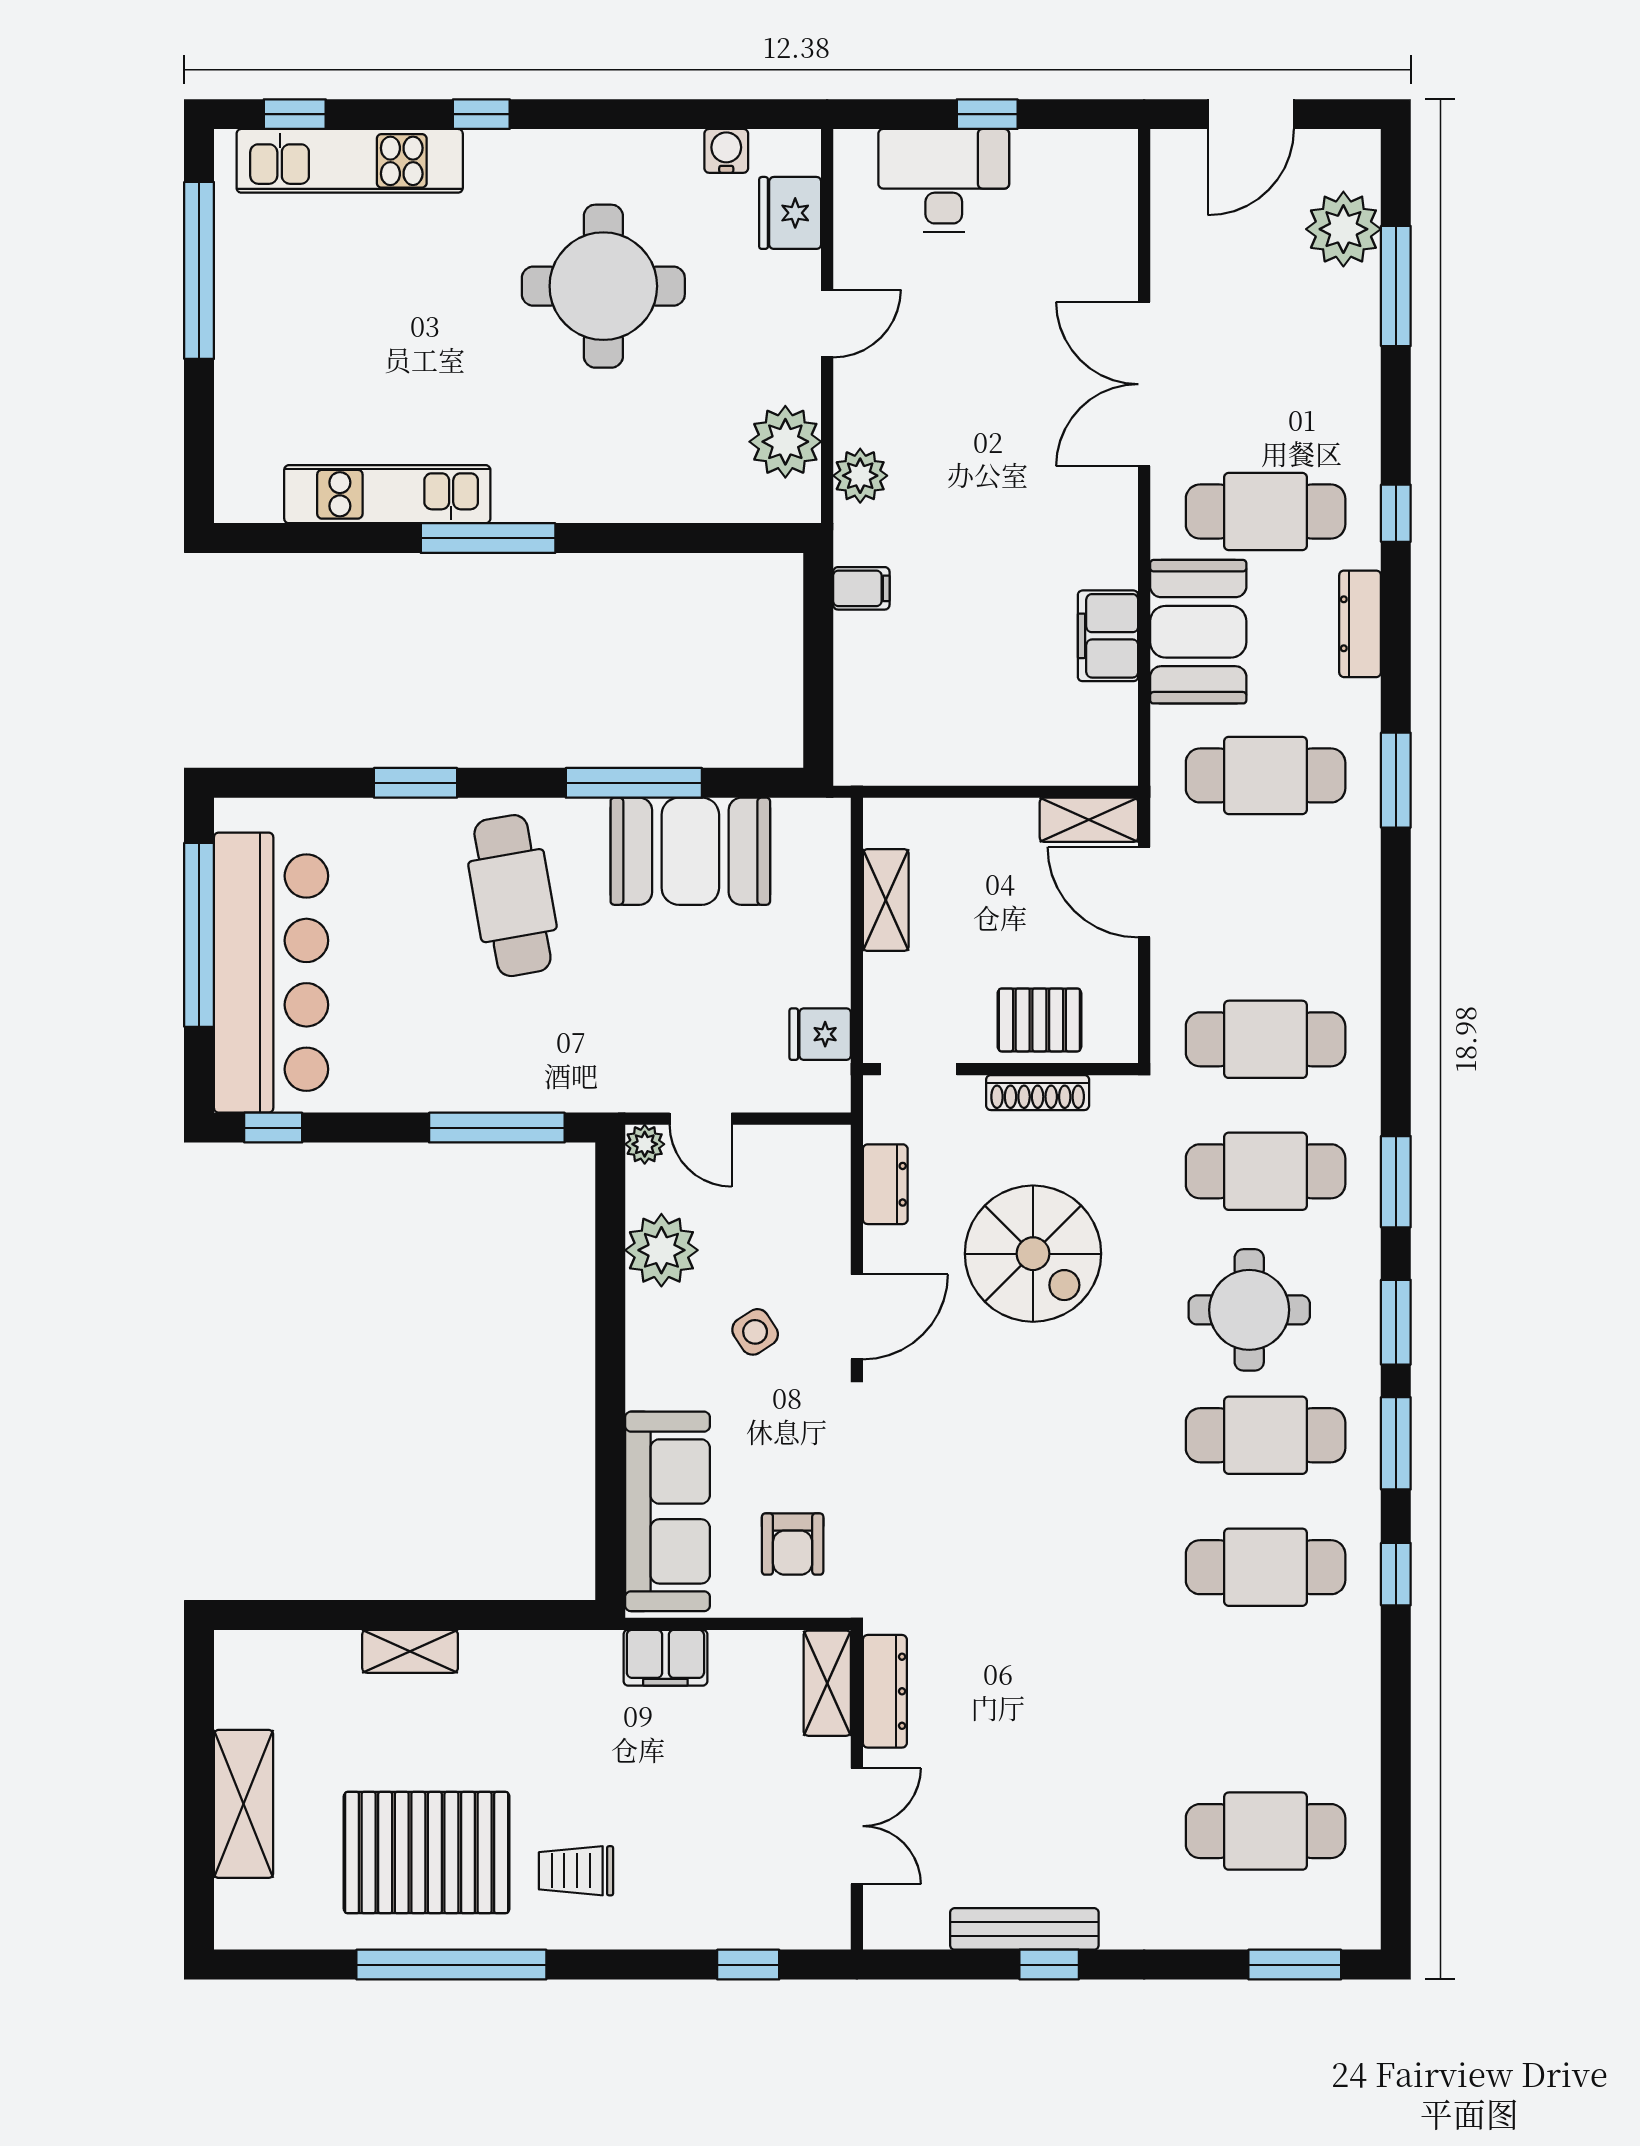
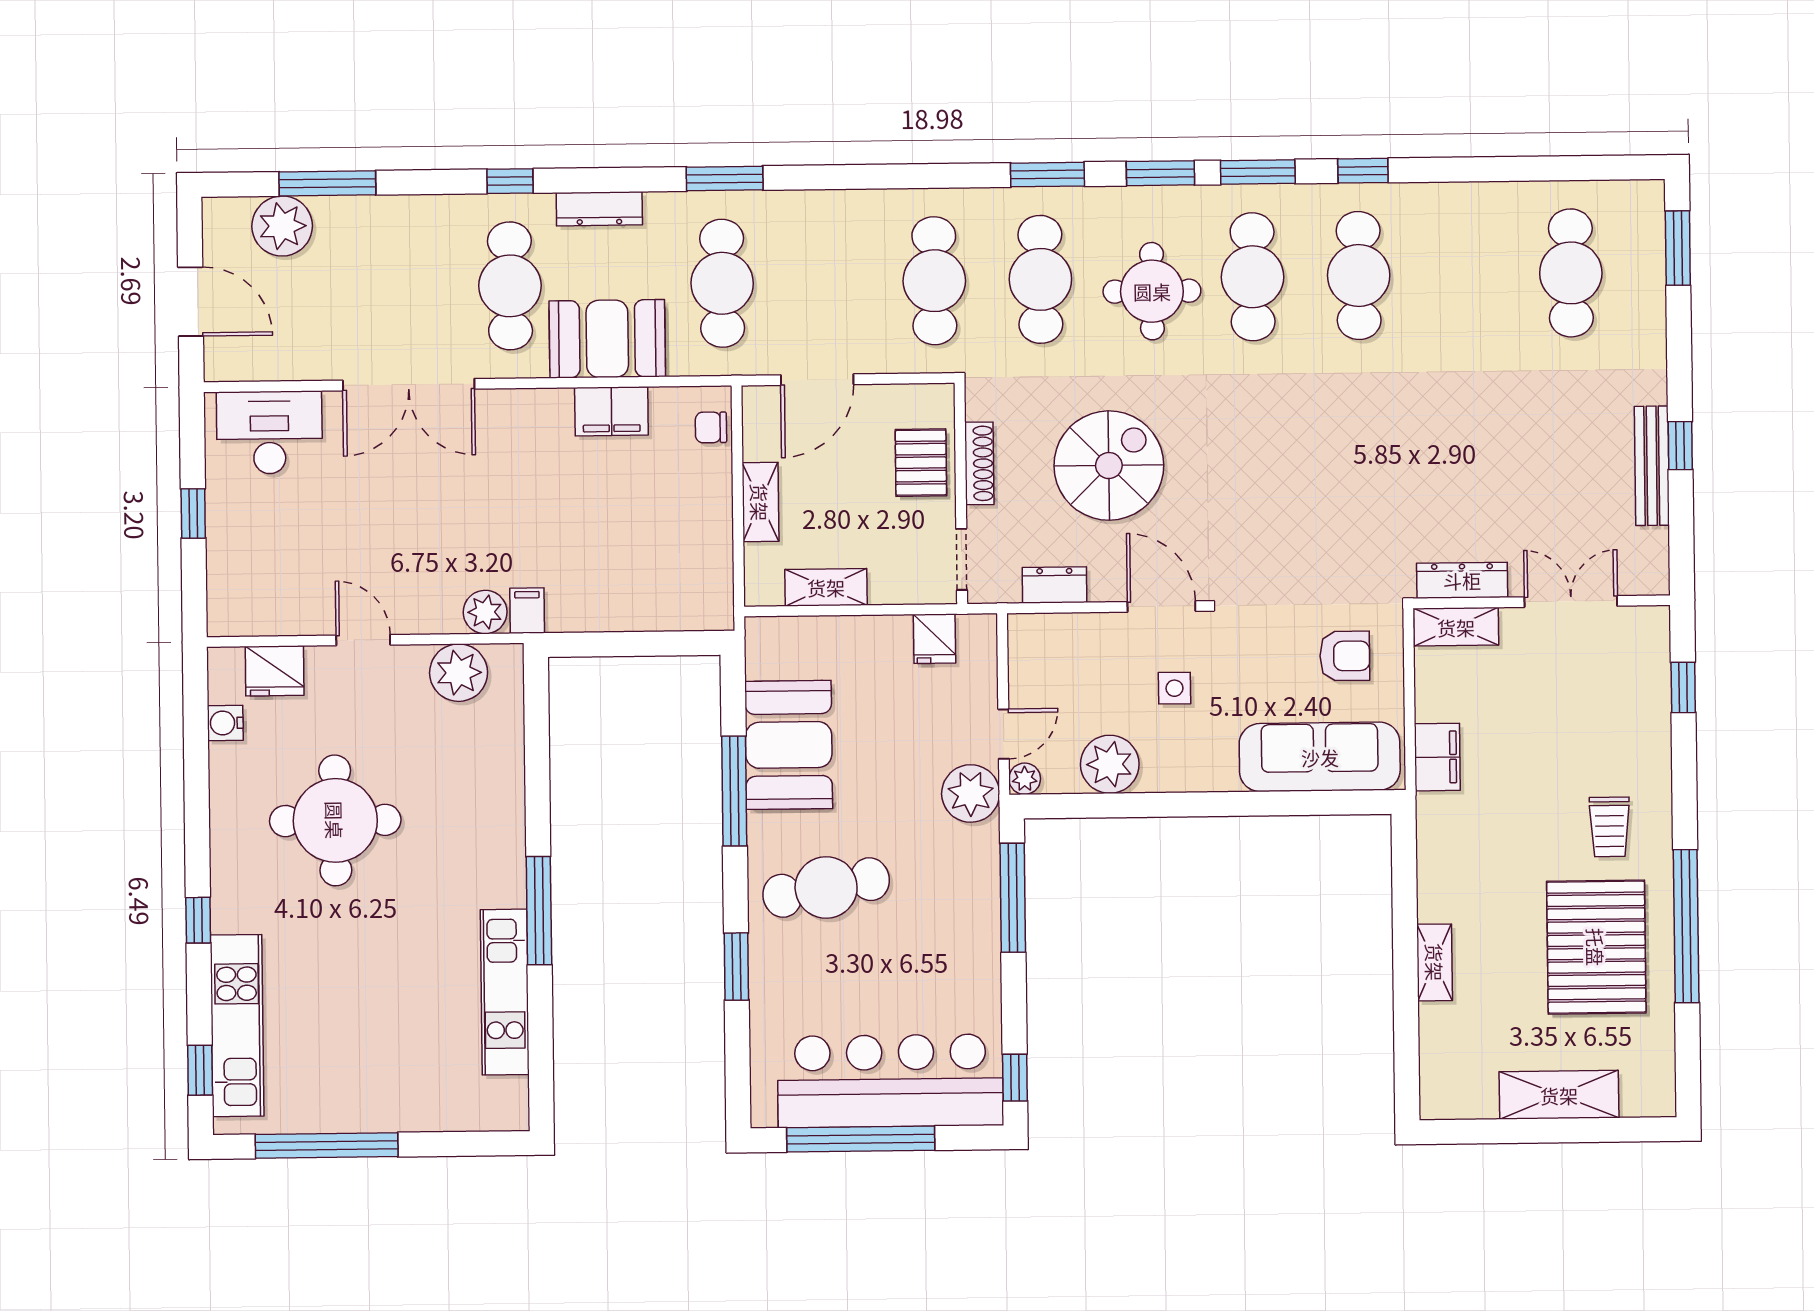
desk: (944, 180) -> (269, 432), moved, turned 90
filing cabinet: (861, 588) -> (527, 611), moved
chair: (1086, 759) -> (711, 427), added
shelving: (1089, 820) -> (760, 502), moved
plant: (627, 1077) -> (971, 793), added
side table: (755, 1332) -> (1174, 688), turned 33

